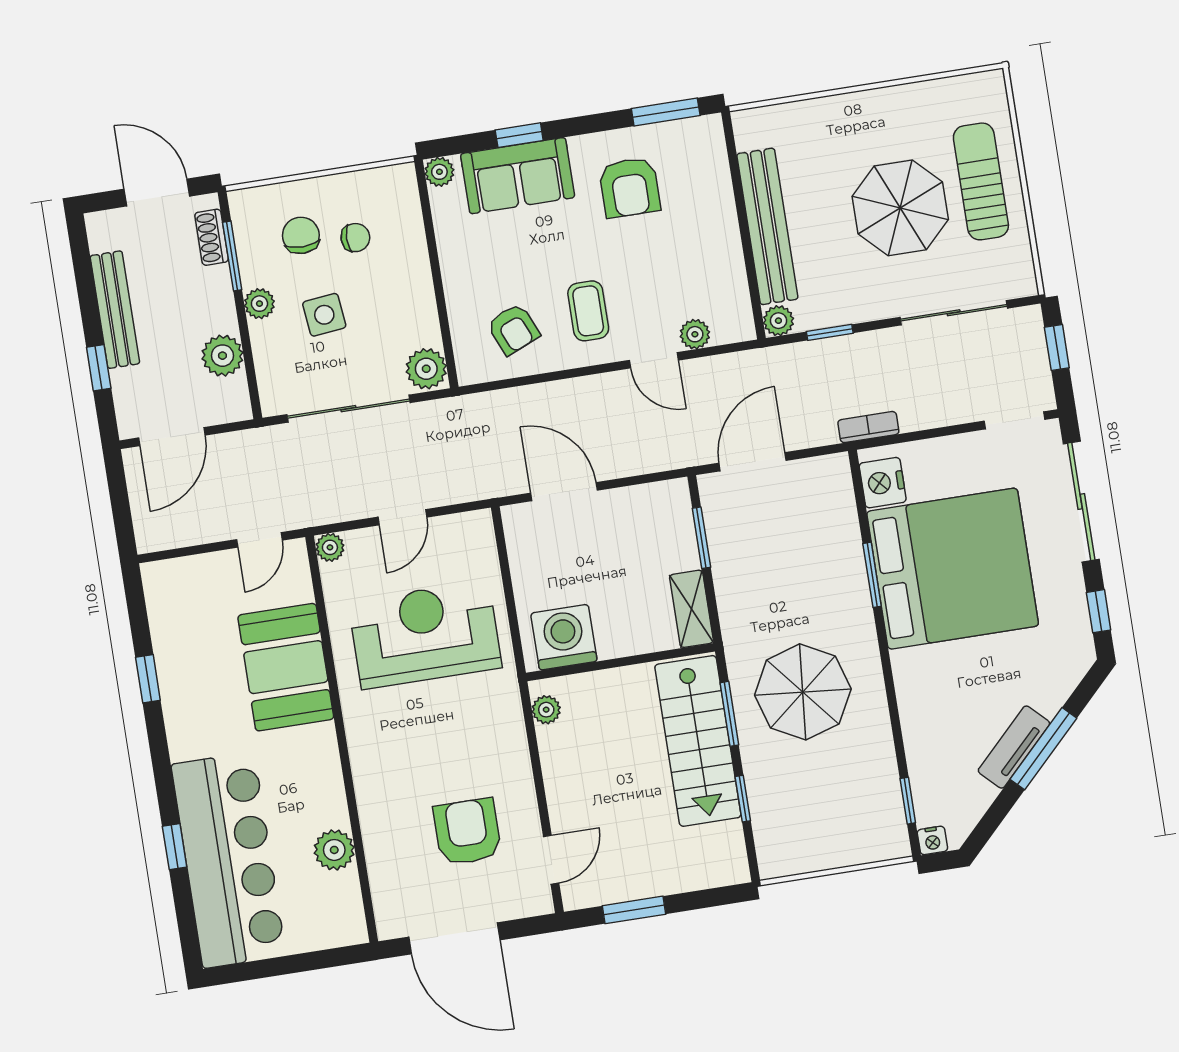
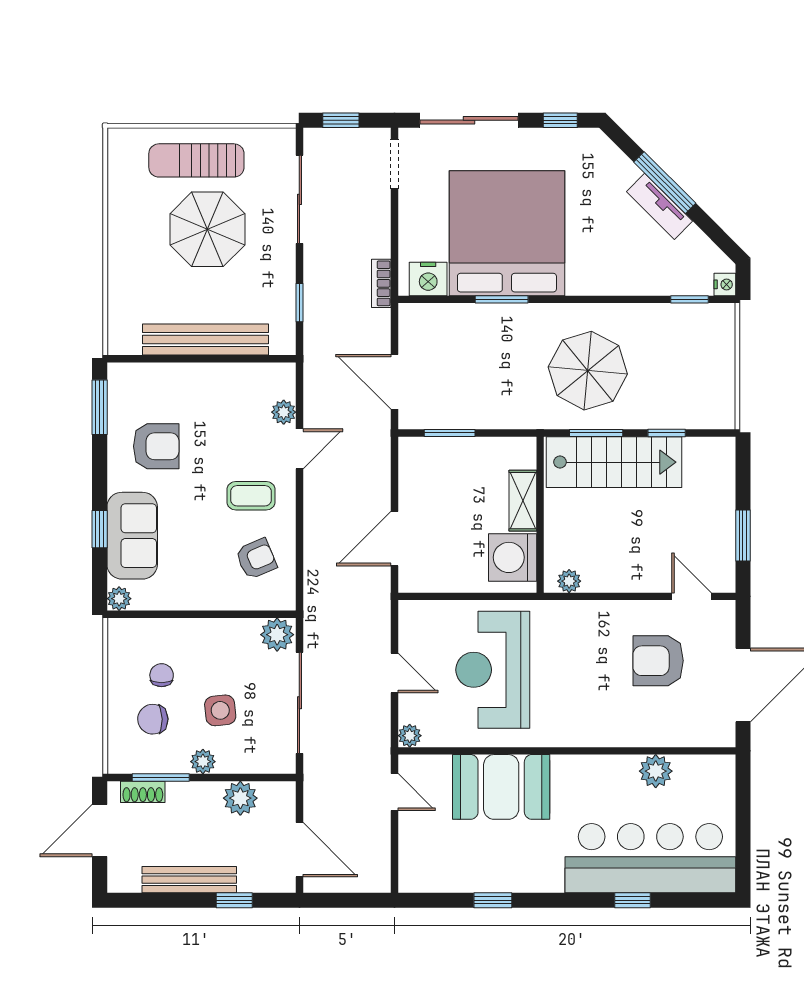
plant: (778, 321) -> (283, 343), removed
shelving: (691, 609) -> (523, 501), moved, turned 90

